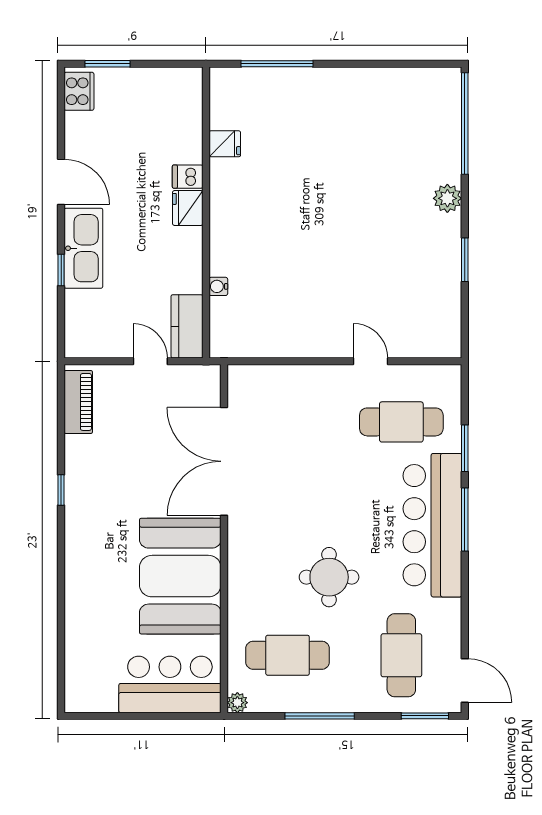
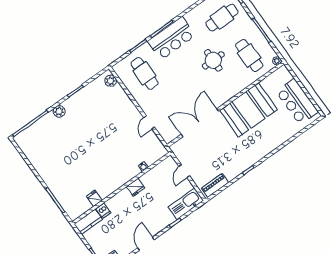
dishwasher: (188, 177) -> (103, 211), moved
fridge: (188, 208) -> (136, 187), moved
kitchen sink: (83, 248) -> (186, 204), moved
kitchen counter: (187, 326) -> (88, 222), moved
plant: (435, 344) -> (111, 81), added
door: (370, 361) -> (149, 122), moved
double door: (224, 461) -> (200, 123), swing flipped
bar counter: (432, 525) -> (171, 38), width x0.73
bar counter: (170, 684) -> (297, 102), moved

